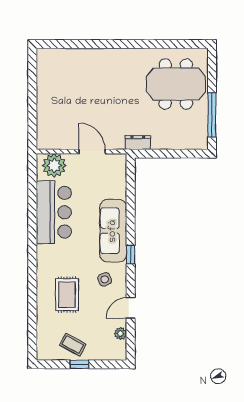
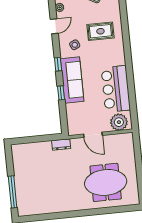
meeting table: (176, 84) -> (106, 182), moved
window: (212, 115) -> (13, 192), moved
window: (131, 214) -> (61, 93), added
rug: (67, 295) -> (100, 31), turned 90

